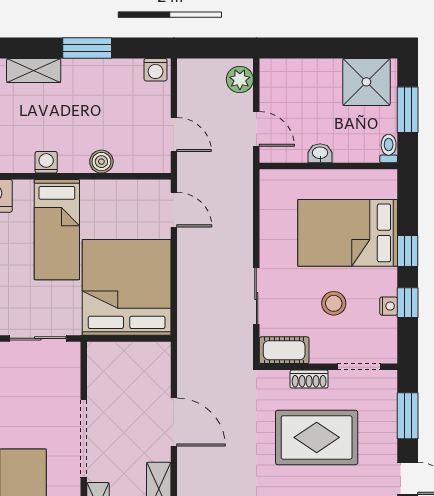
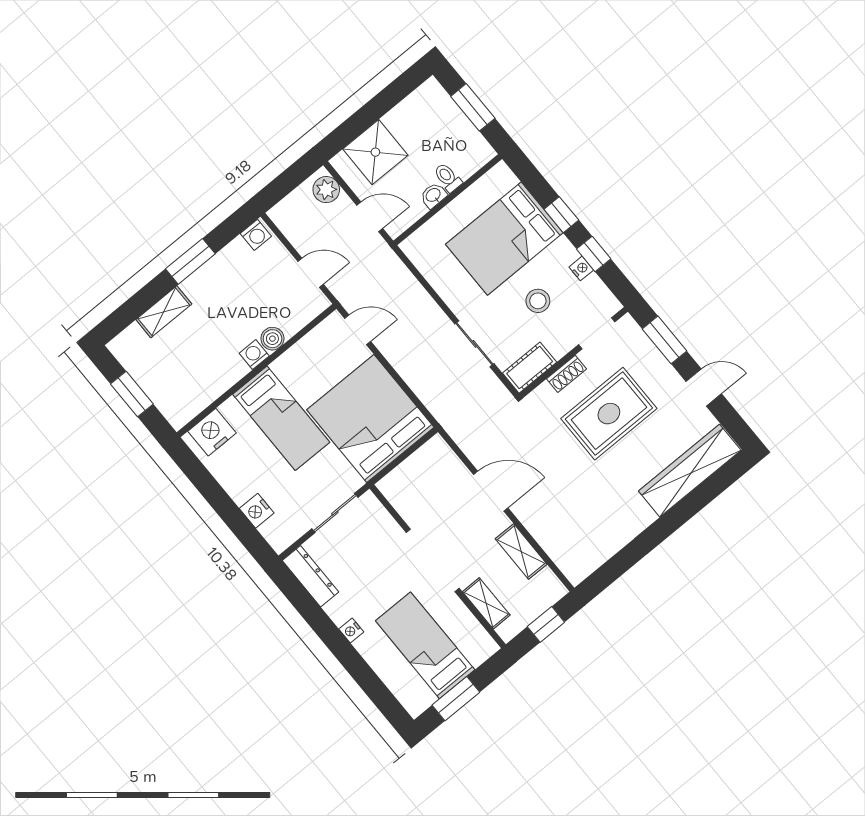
shower: (366, 82) -> (375, 152), moved
toilet: (389, 149) -> (448, 178), moved
washing machine: (46, 162) -> (254, 355), moved

